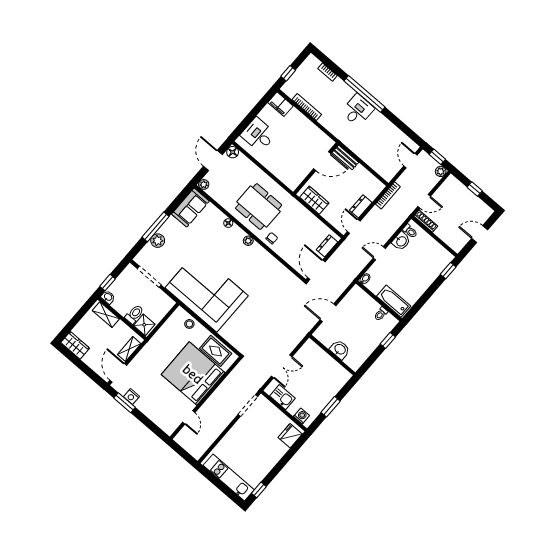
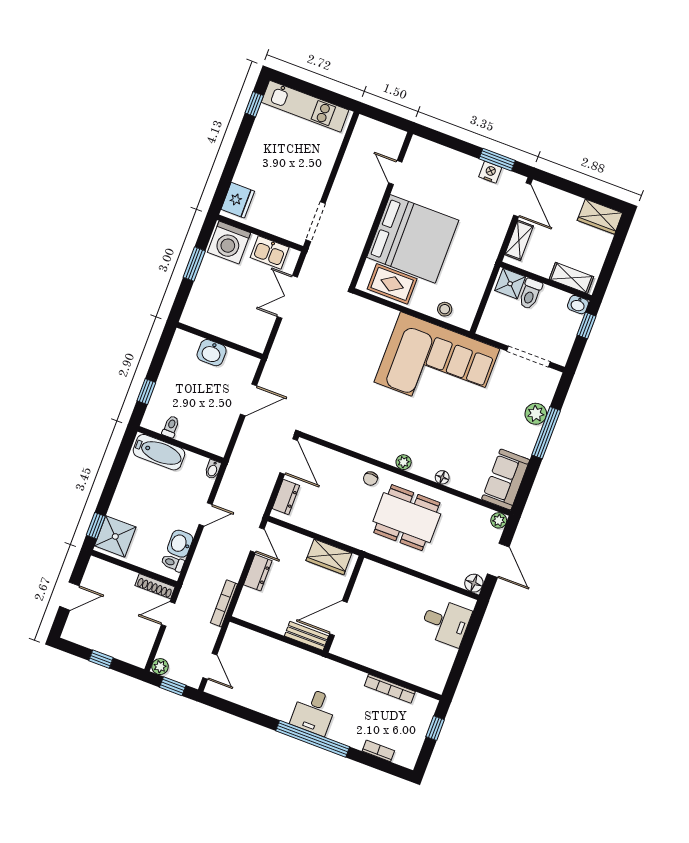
filing cabinet: (281, 104) -> (430, 679), removed
shower: (439, 260) -> (115, 536), added
washing machine: (301, 416) -> (229, 242), width x1.89, depth x1.89

